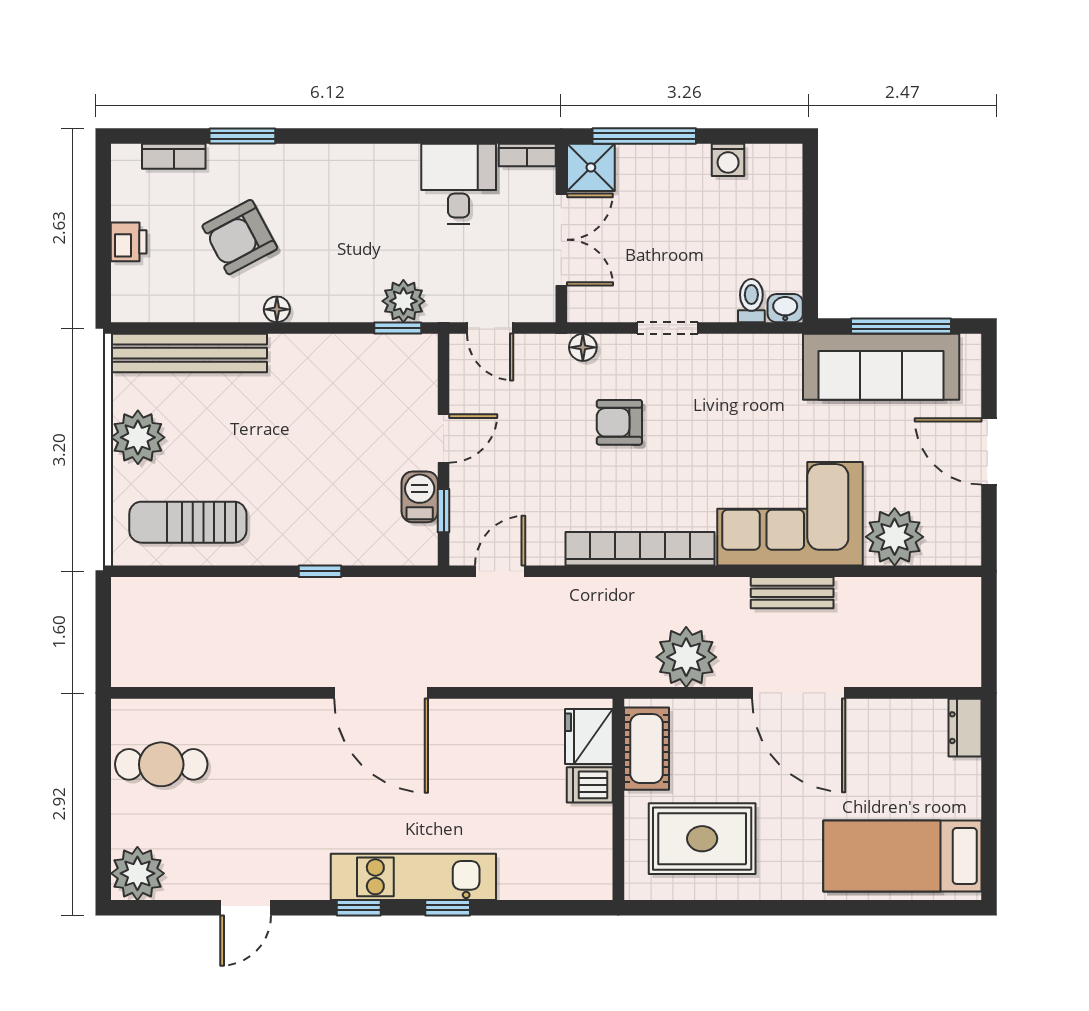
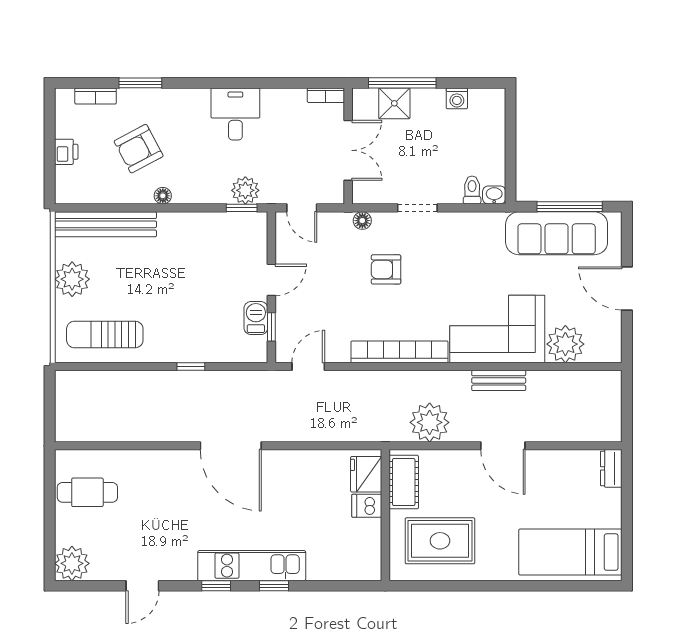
shower: (591, 167) -> (394, 103), moved
desk: (459, 184) -> (235, 114), moved
door: (799, 693) -> (503, 446), width x0.73

